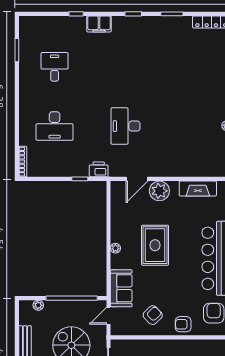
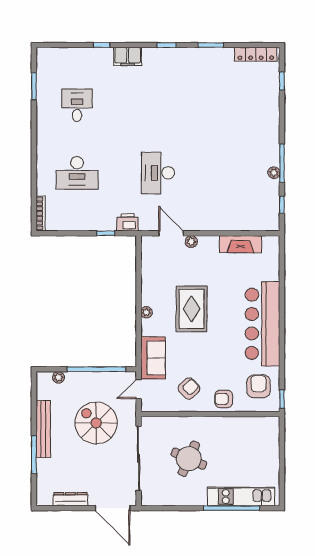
door: (137, 179) -> (171, 233), swing flipped
plant: (159, 191) -> (191, 242), width x0.53, depth x0.53

